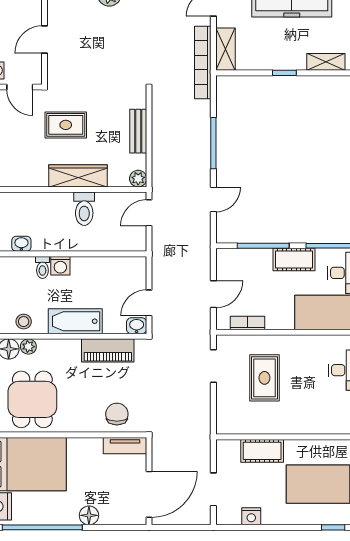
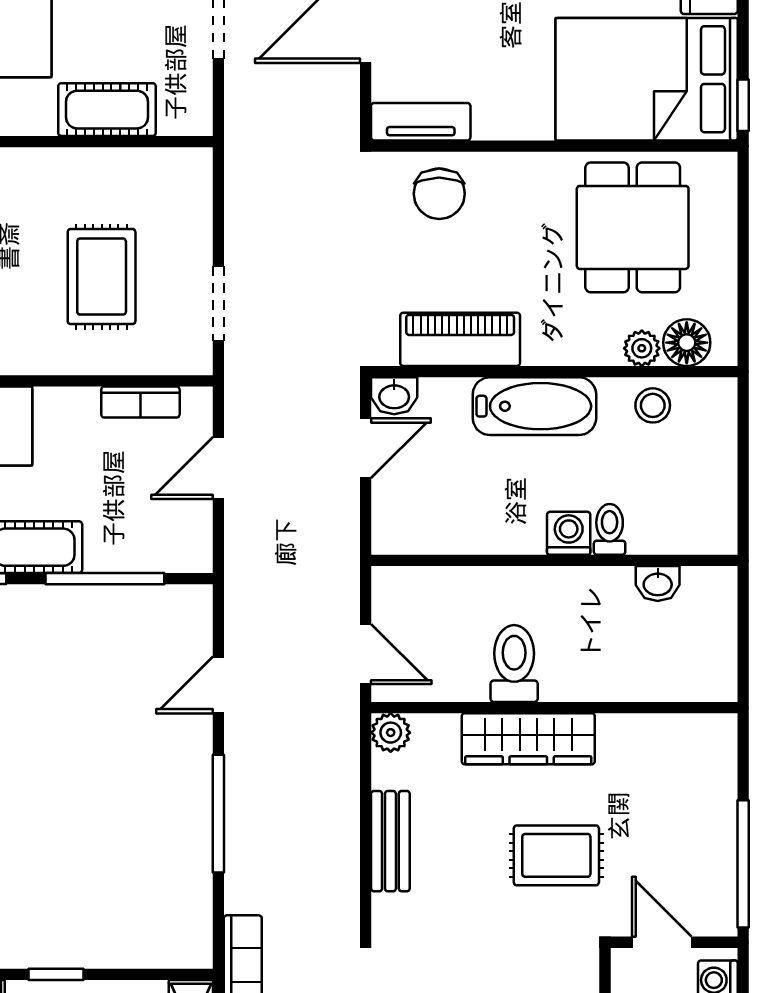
door: (149, 213) -> (366, 654), hinge flipped

